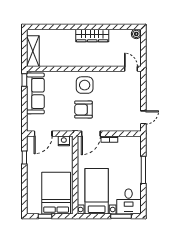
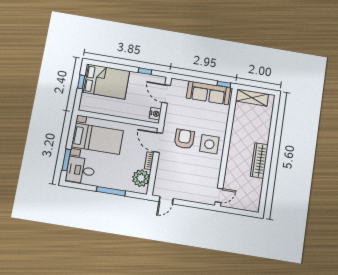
boiler: (136, 34) -> (254, 207), removed
door: (143, 117) -> (166, 200), hinge flipped
plant: (127, 144) -> (141, 178), added
bed: (56, 193) -> (106, 82), moved

